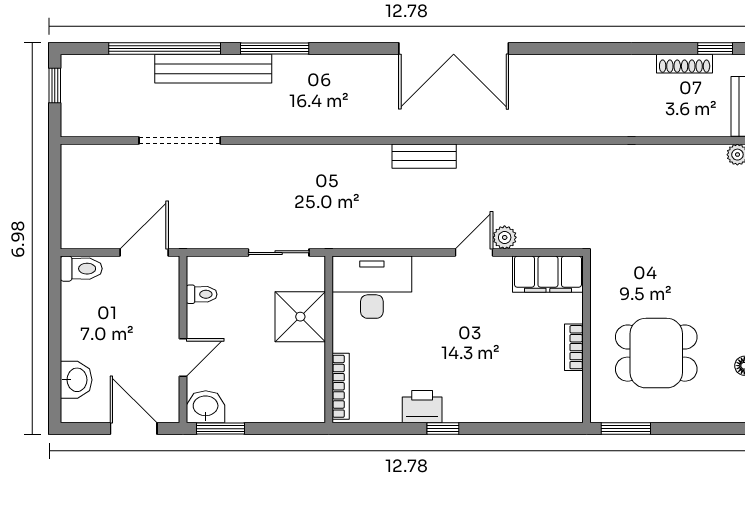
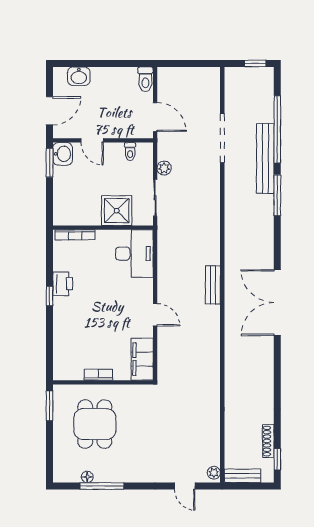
plant: (505, 237) -> (164, 168), moved

